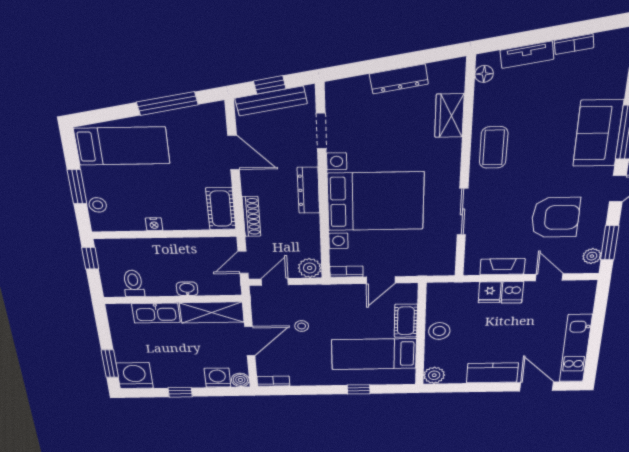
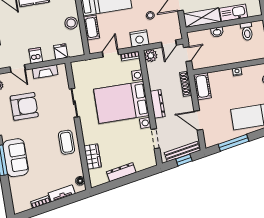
armchair: (555, 217) -> (24, 106), turned 180
fridge: (490, 292) -> (61, 52), moved
nightstand: (326, 296) -> (139, 38), added

